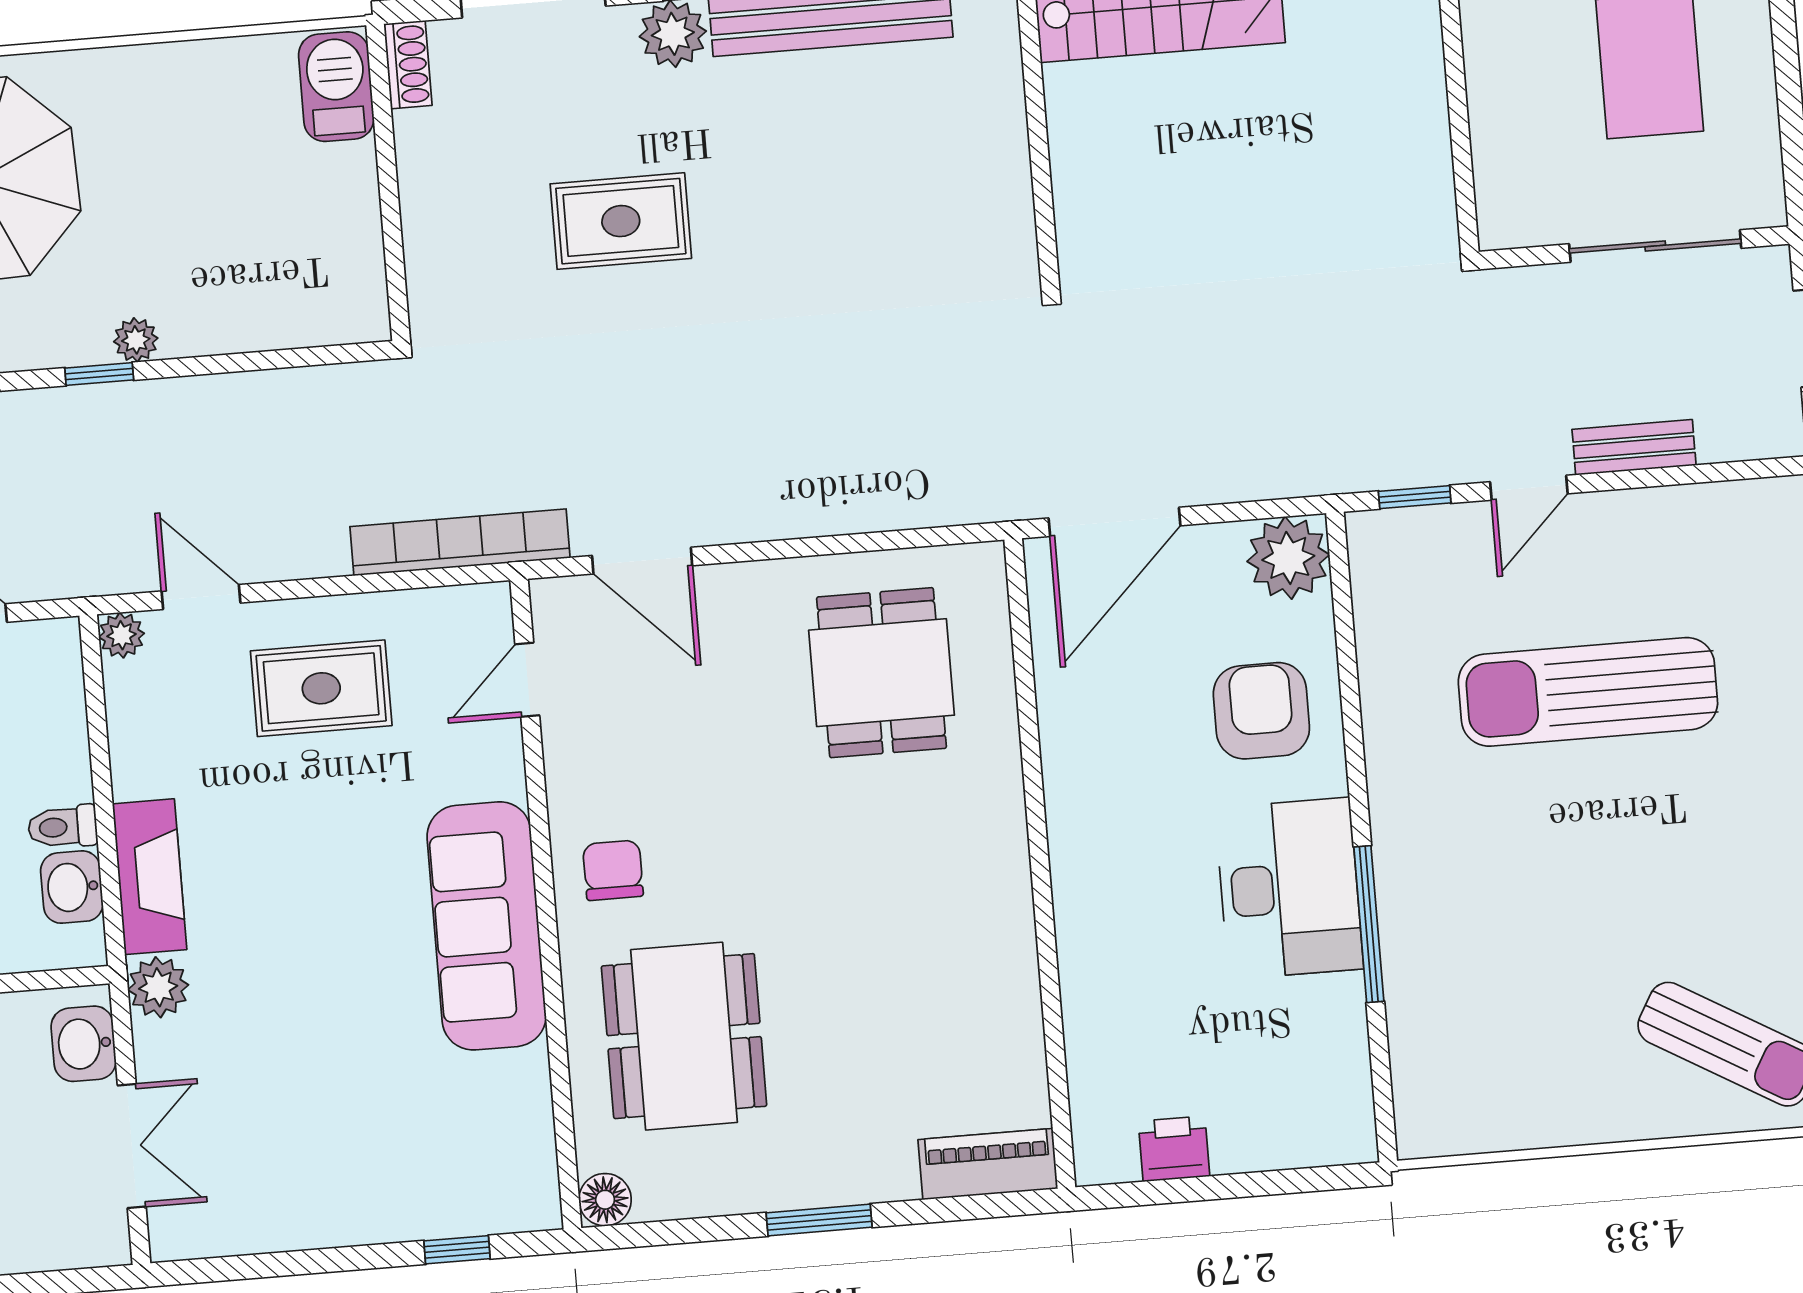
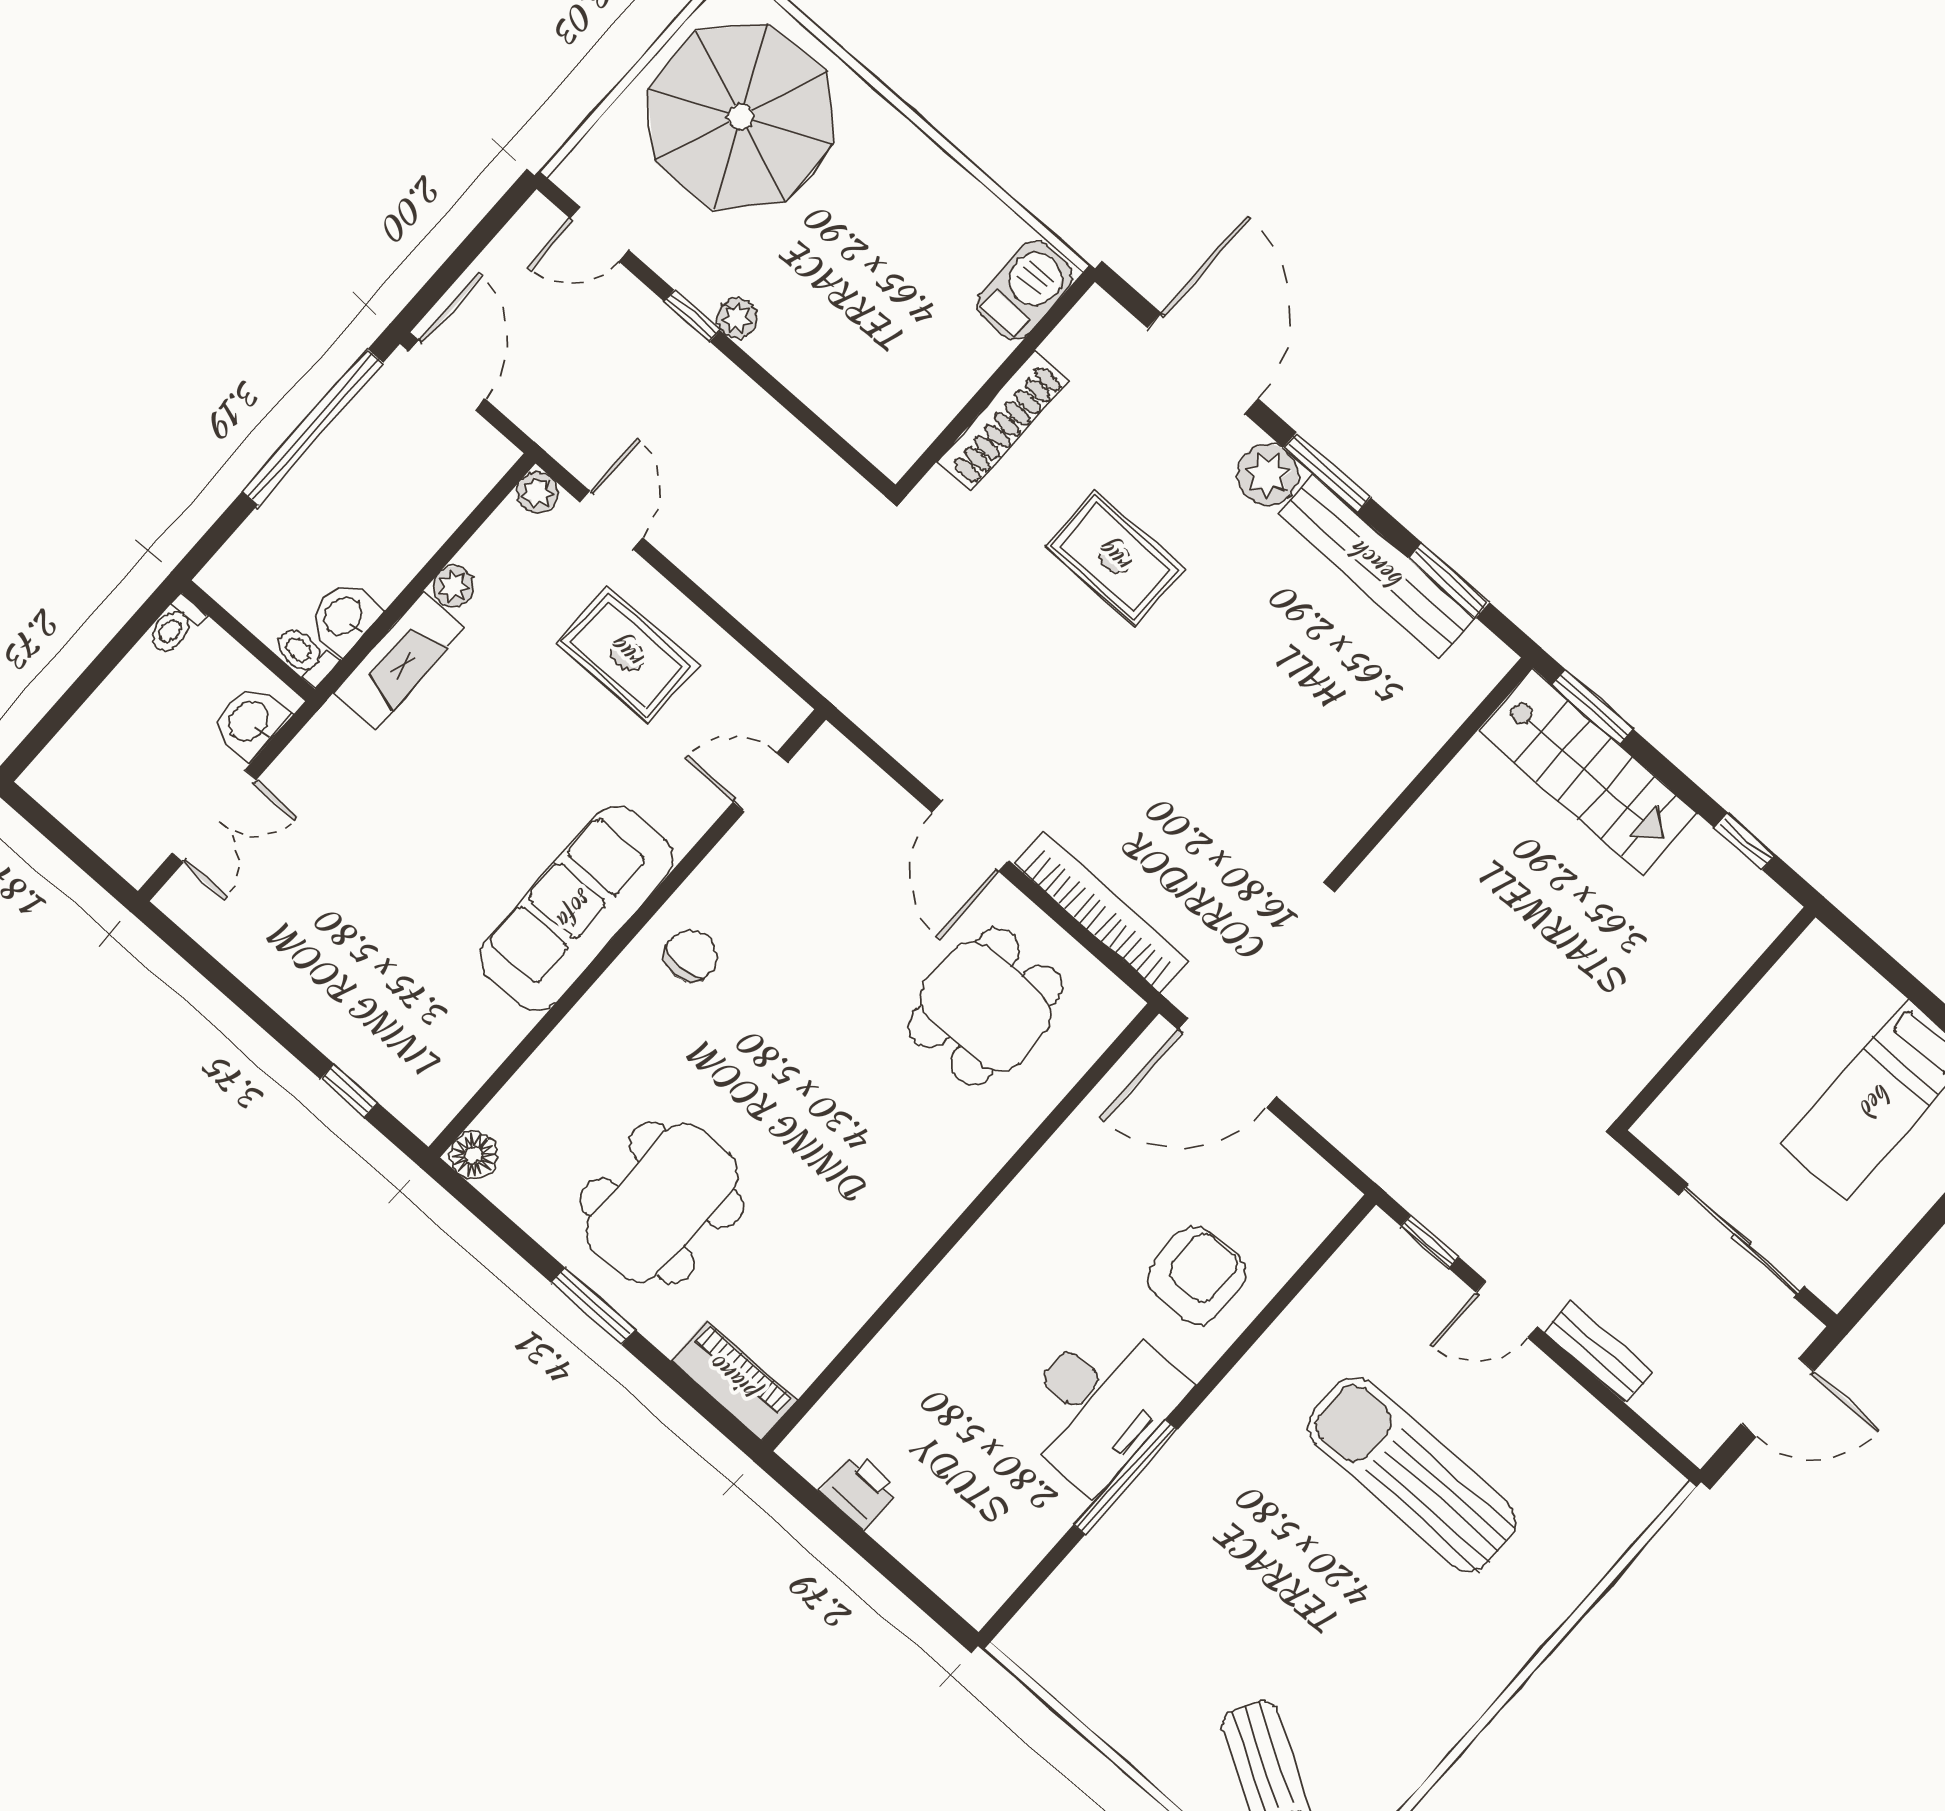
shoe rack: (408, 65) -> (1003, 421), moved, width x1.94, depth x1.24
bookcase: (460, 542) -> (1102, 913), moved
plant: (1288, 558) -> (1312, 1198), removed
door: (642, 561) -> (970, 836), moved
toilet: (63, 827) -> (305, 655), moved
plant: (158, 987) -> (454, 586), moved, width x0.73, depth x0.73
dining table: (684, 1036) -> (662, 1203), moved

